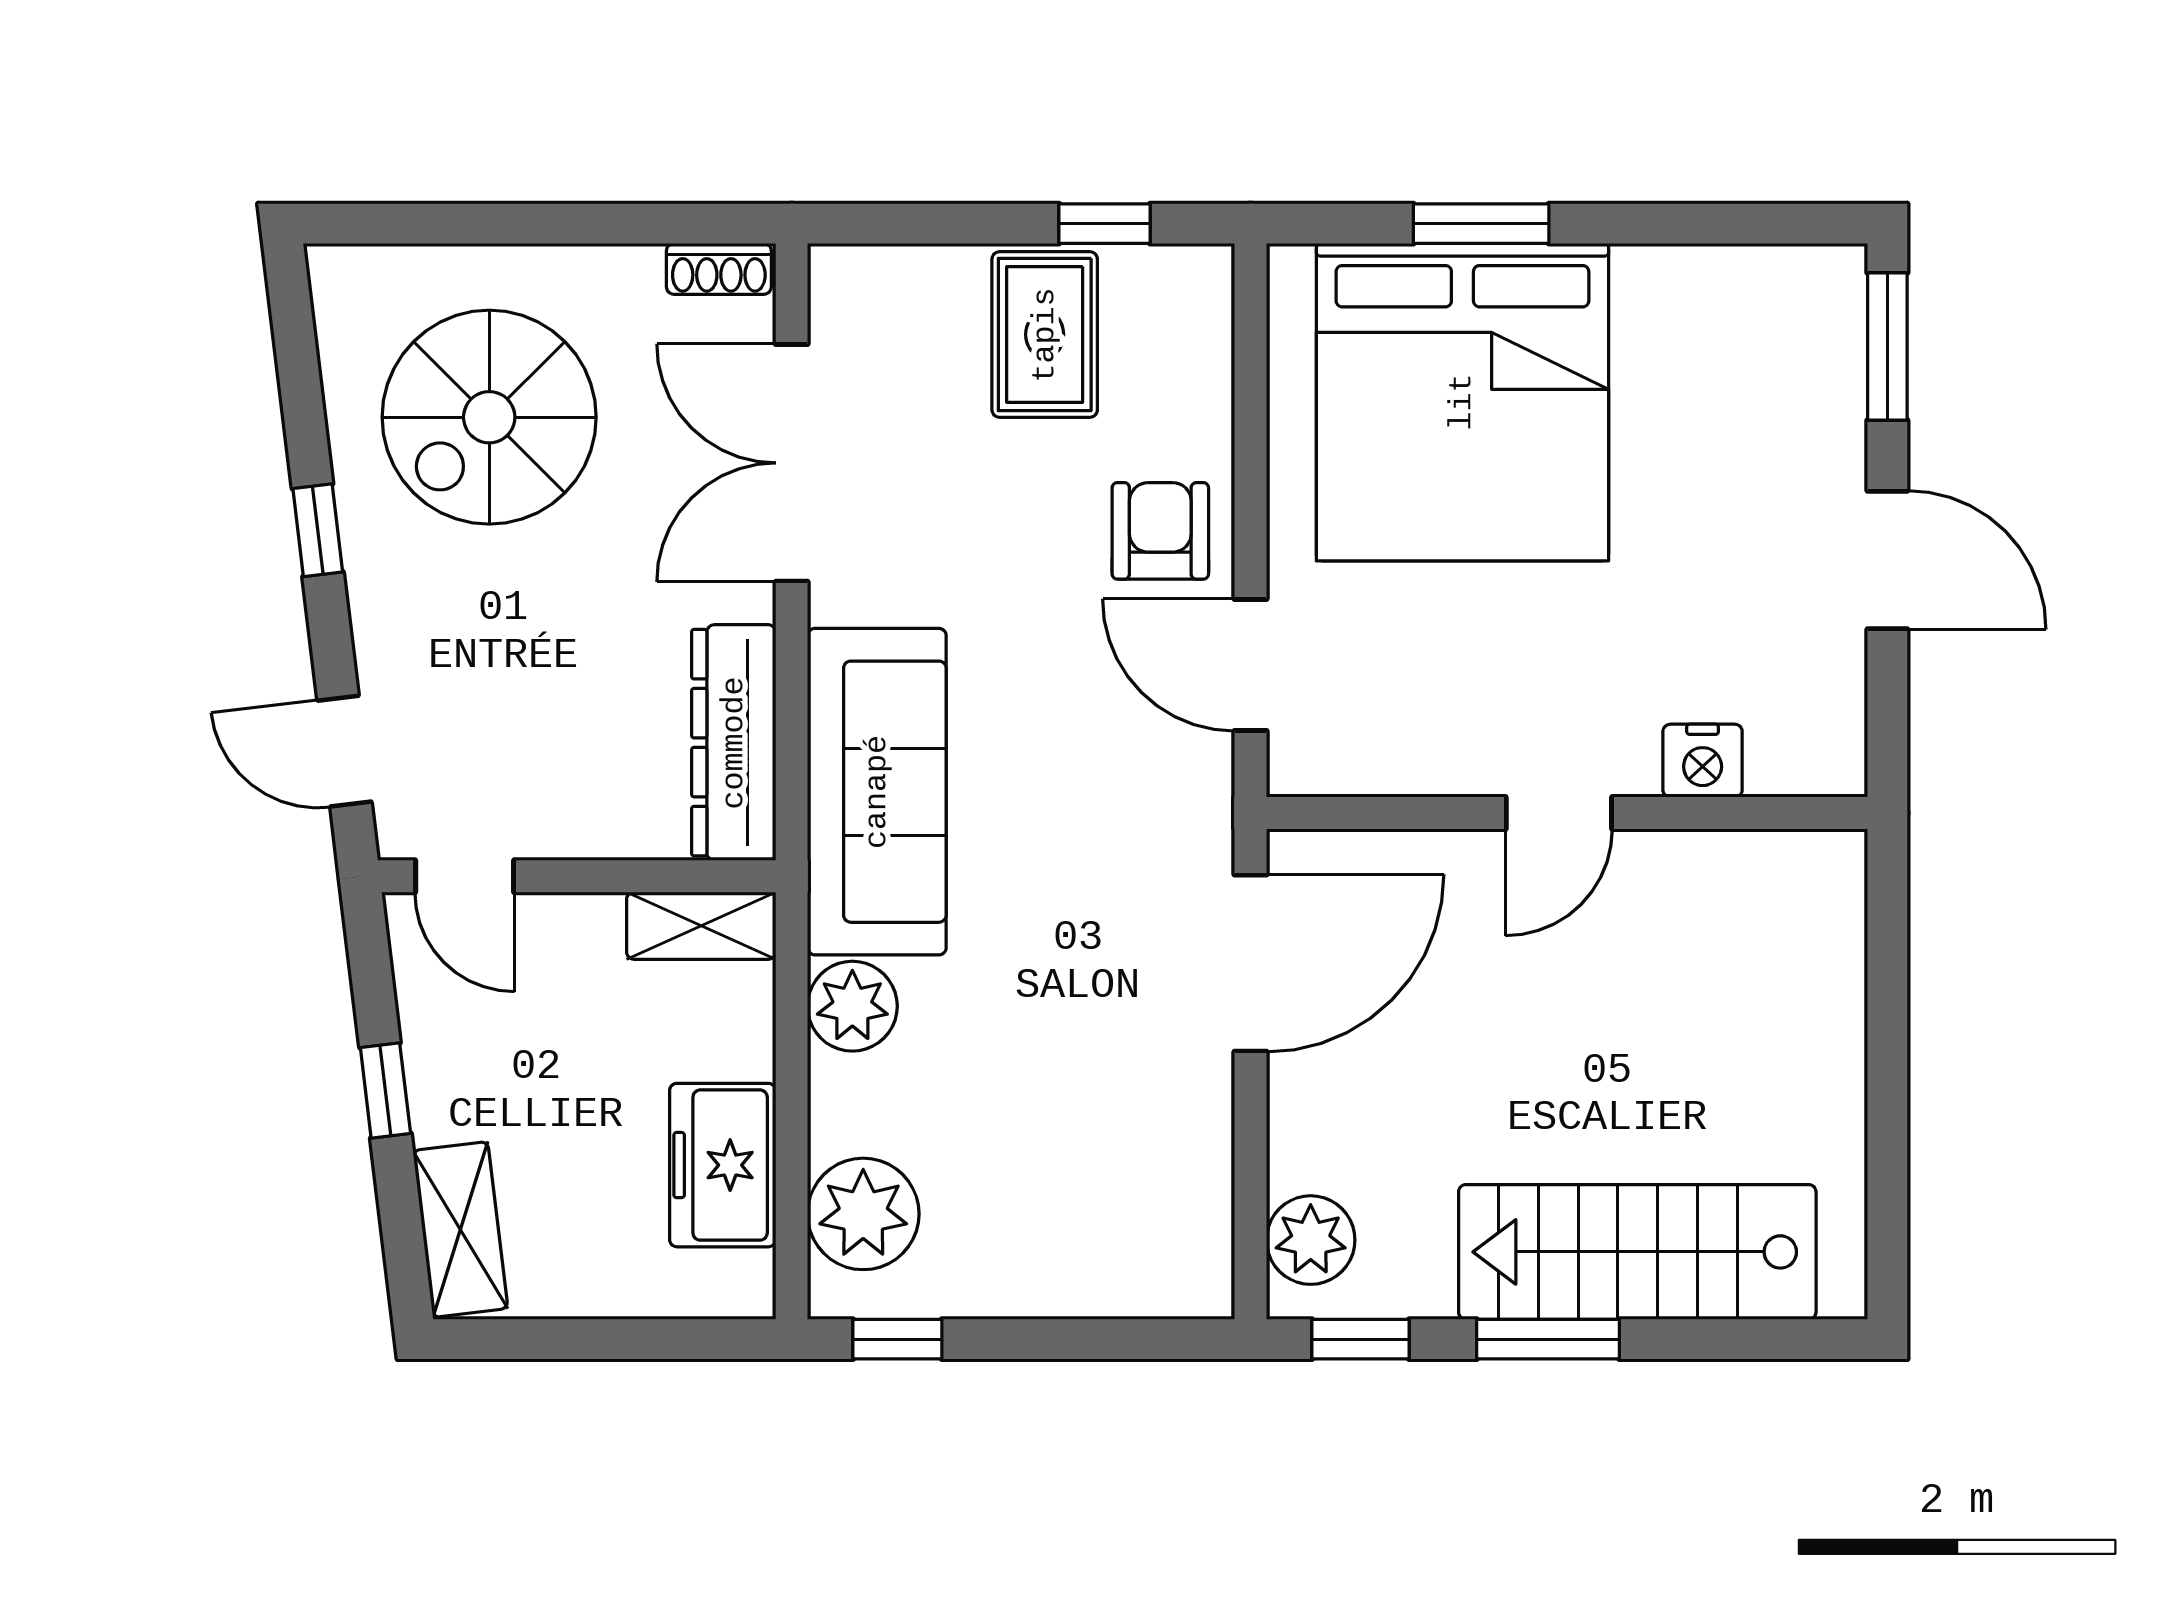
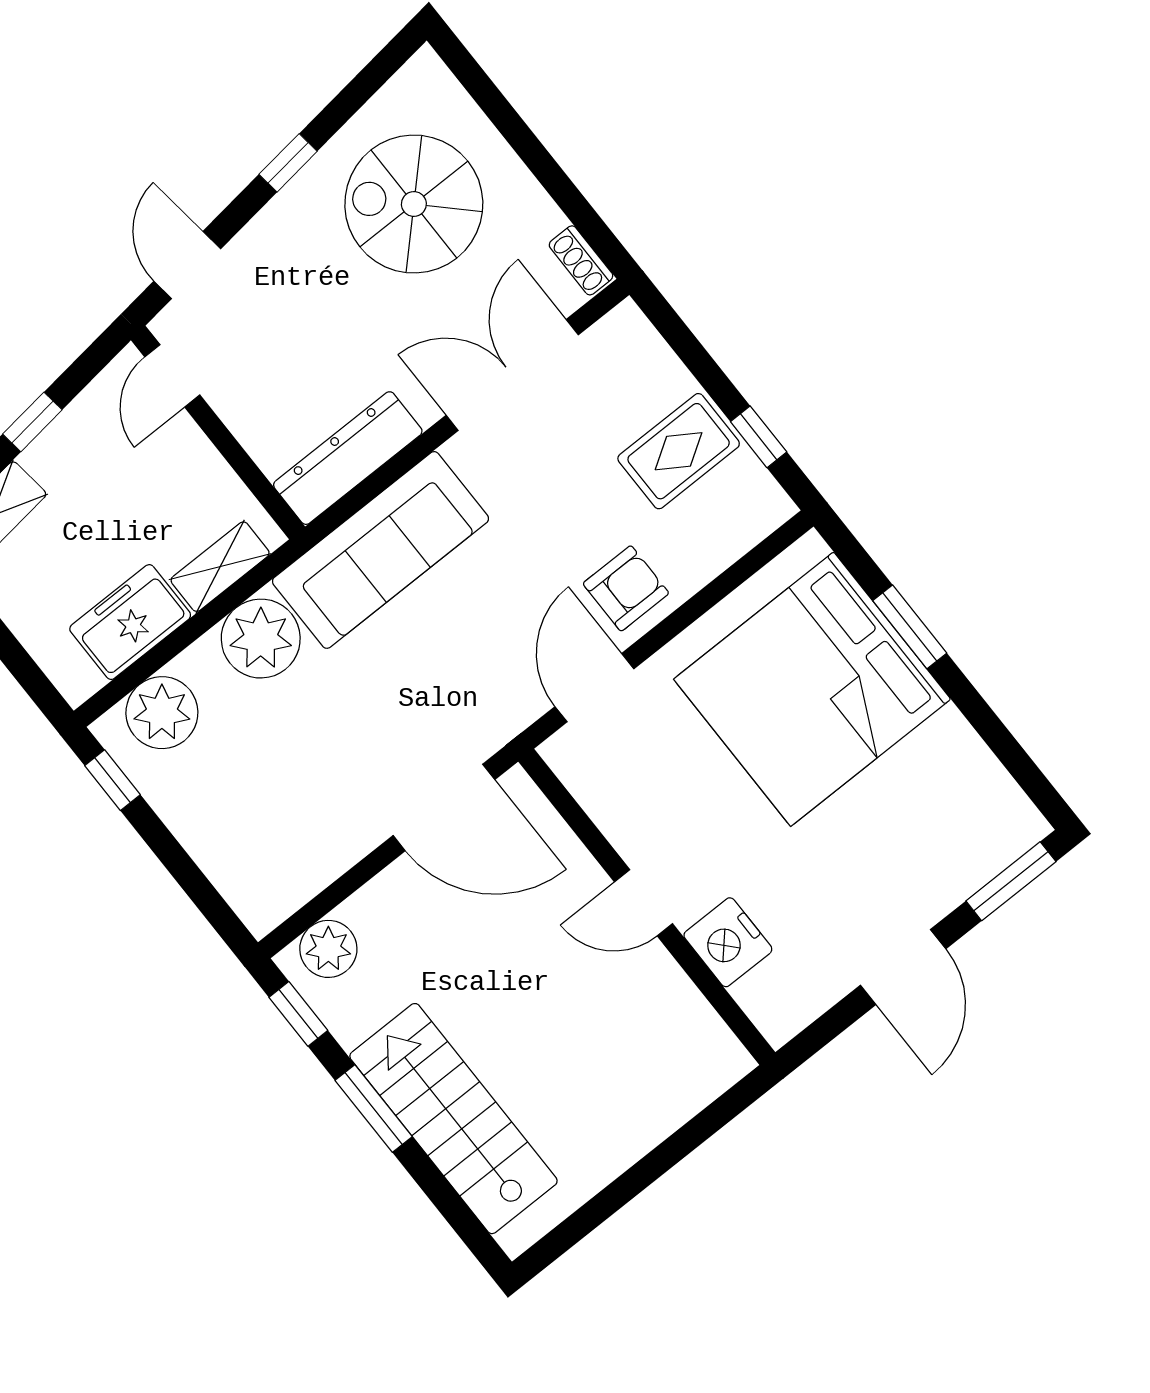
nightstand: (1703, 761) -> (728, 942), width x1.36, depth x1.33
shelving: (701, 926) -> (220, 567), moved, turned 90
plant: (852, 1006) -> (261, 639), width x1.36, depth x1.36

